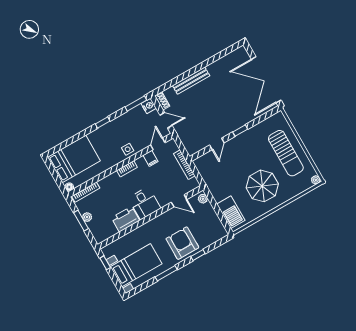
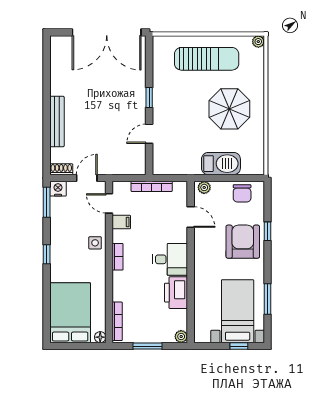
door: (217, 144) -> (149, 134), swing flipped
door: (179, 201) -> (191, 217), hinge flipped
barbecue: (231, 212) -> (221, 164), moved
plant: (87, 217) -> (181, 337), moved
chair: (213, 225) -> (242, 193), added
armchair: (182, 243) -> (243, 242), turned 90
window: (105, 263) -> (239, 346), moved
window: (166, 273) -> (267, 299), moved

